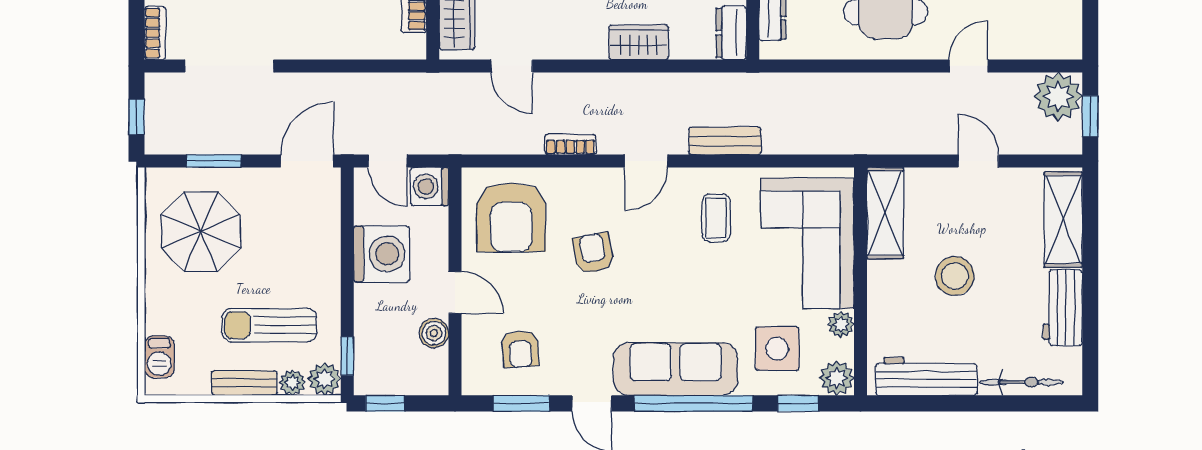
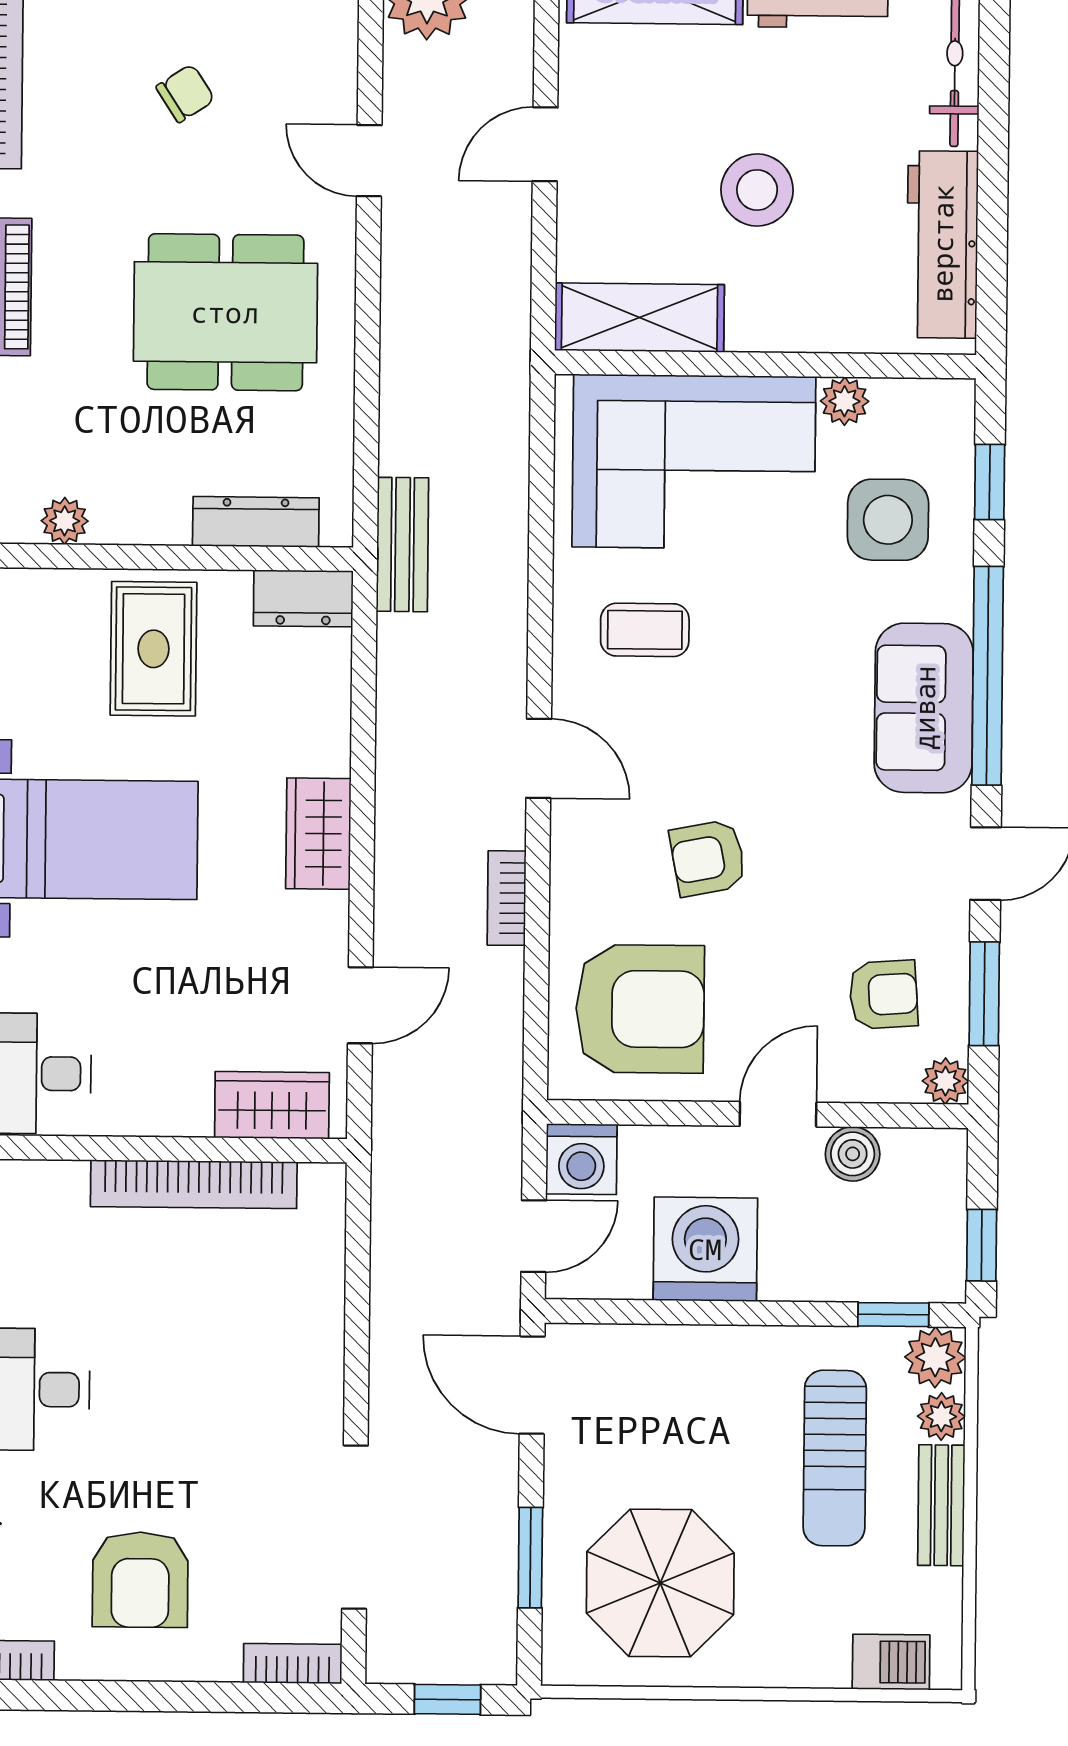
wardrobe: (639, 42) -> (318, 834), moved
bench: (725, 141) -> (402, 545), moved
sofa: (676, 369) -> (924, 708), width x0.73
plant: (837, 378) -> (945, 1081), moved, width x0.73, depth x0.73

